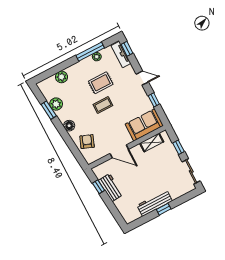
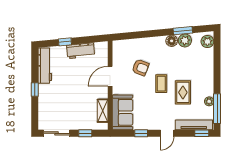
window: (90, 52) -> (217, 109), moved
tv unit: (121, 55) -> (194, 125), width x1.41
plant: (61, 77) -> (207, 42), moved
floor lamp: (69, 126) -> (172, 41), moved
armchair: (87, 142) -> (140, 68), moved
window: (98, 187) -> (65, 42), moved
workbench: (155, 203) -> (45, 66), moved

